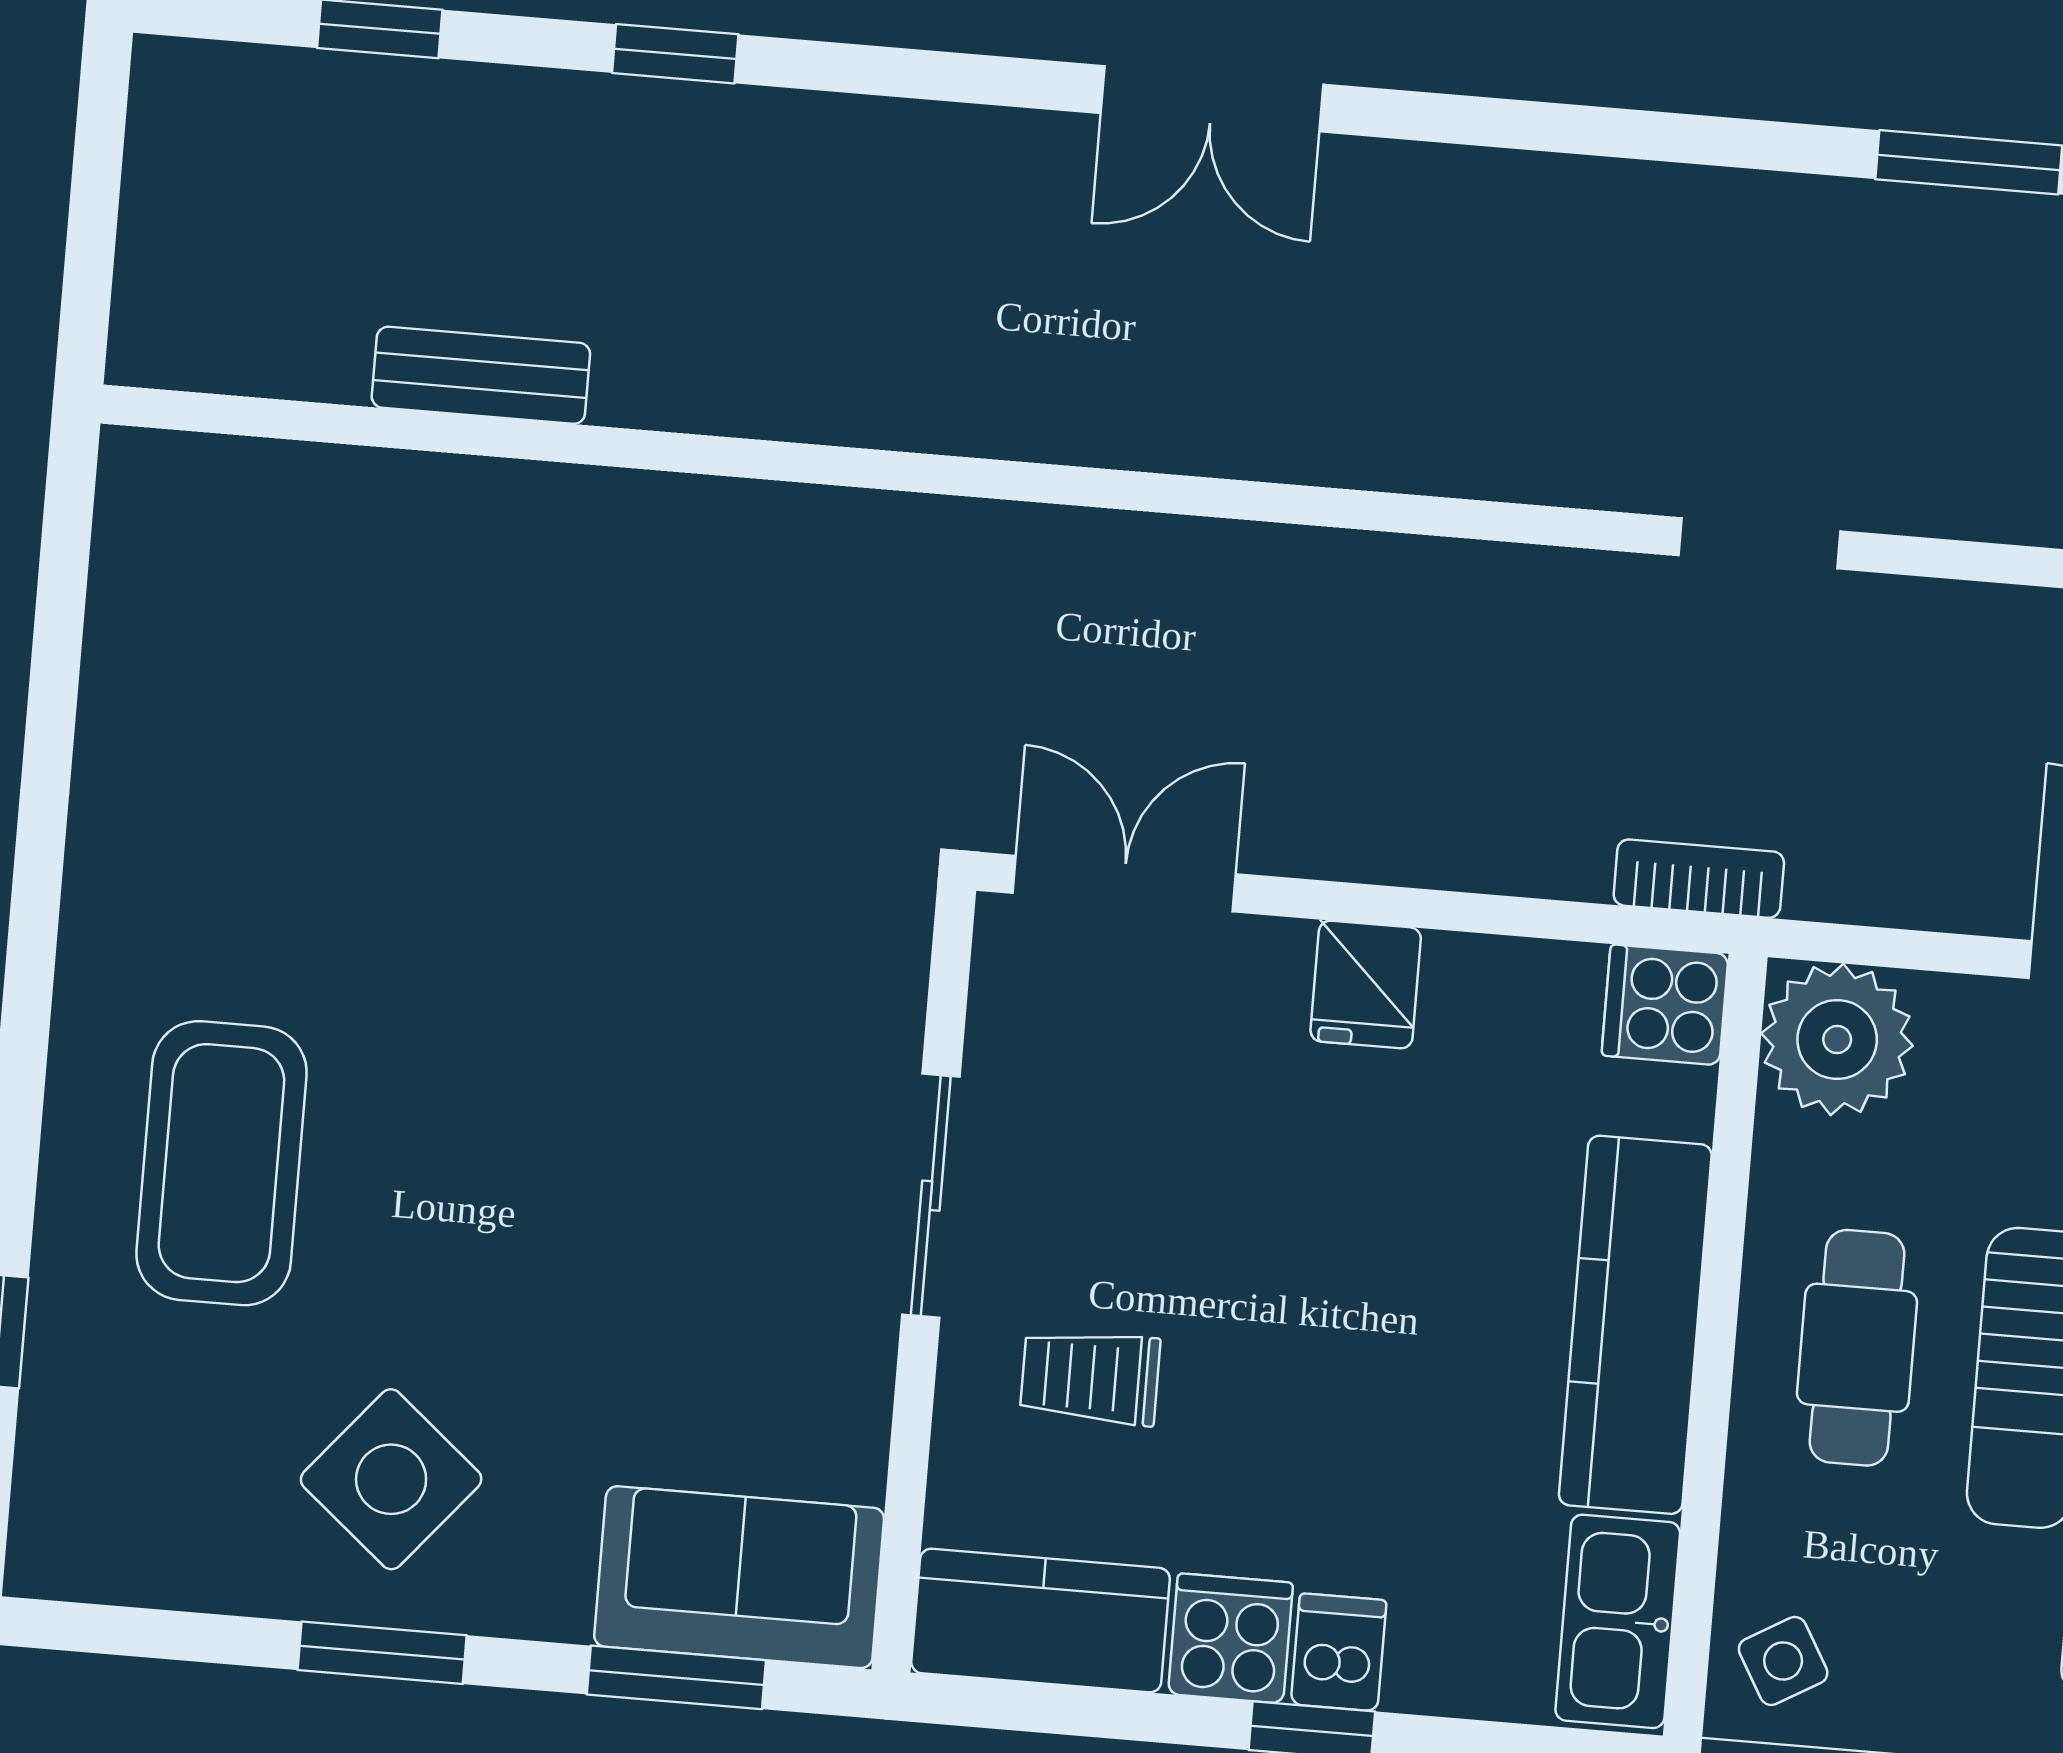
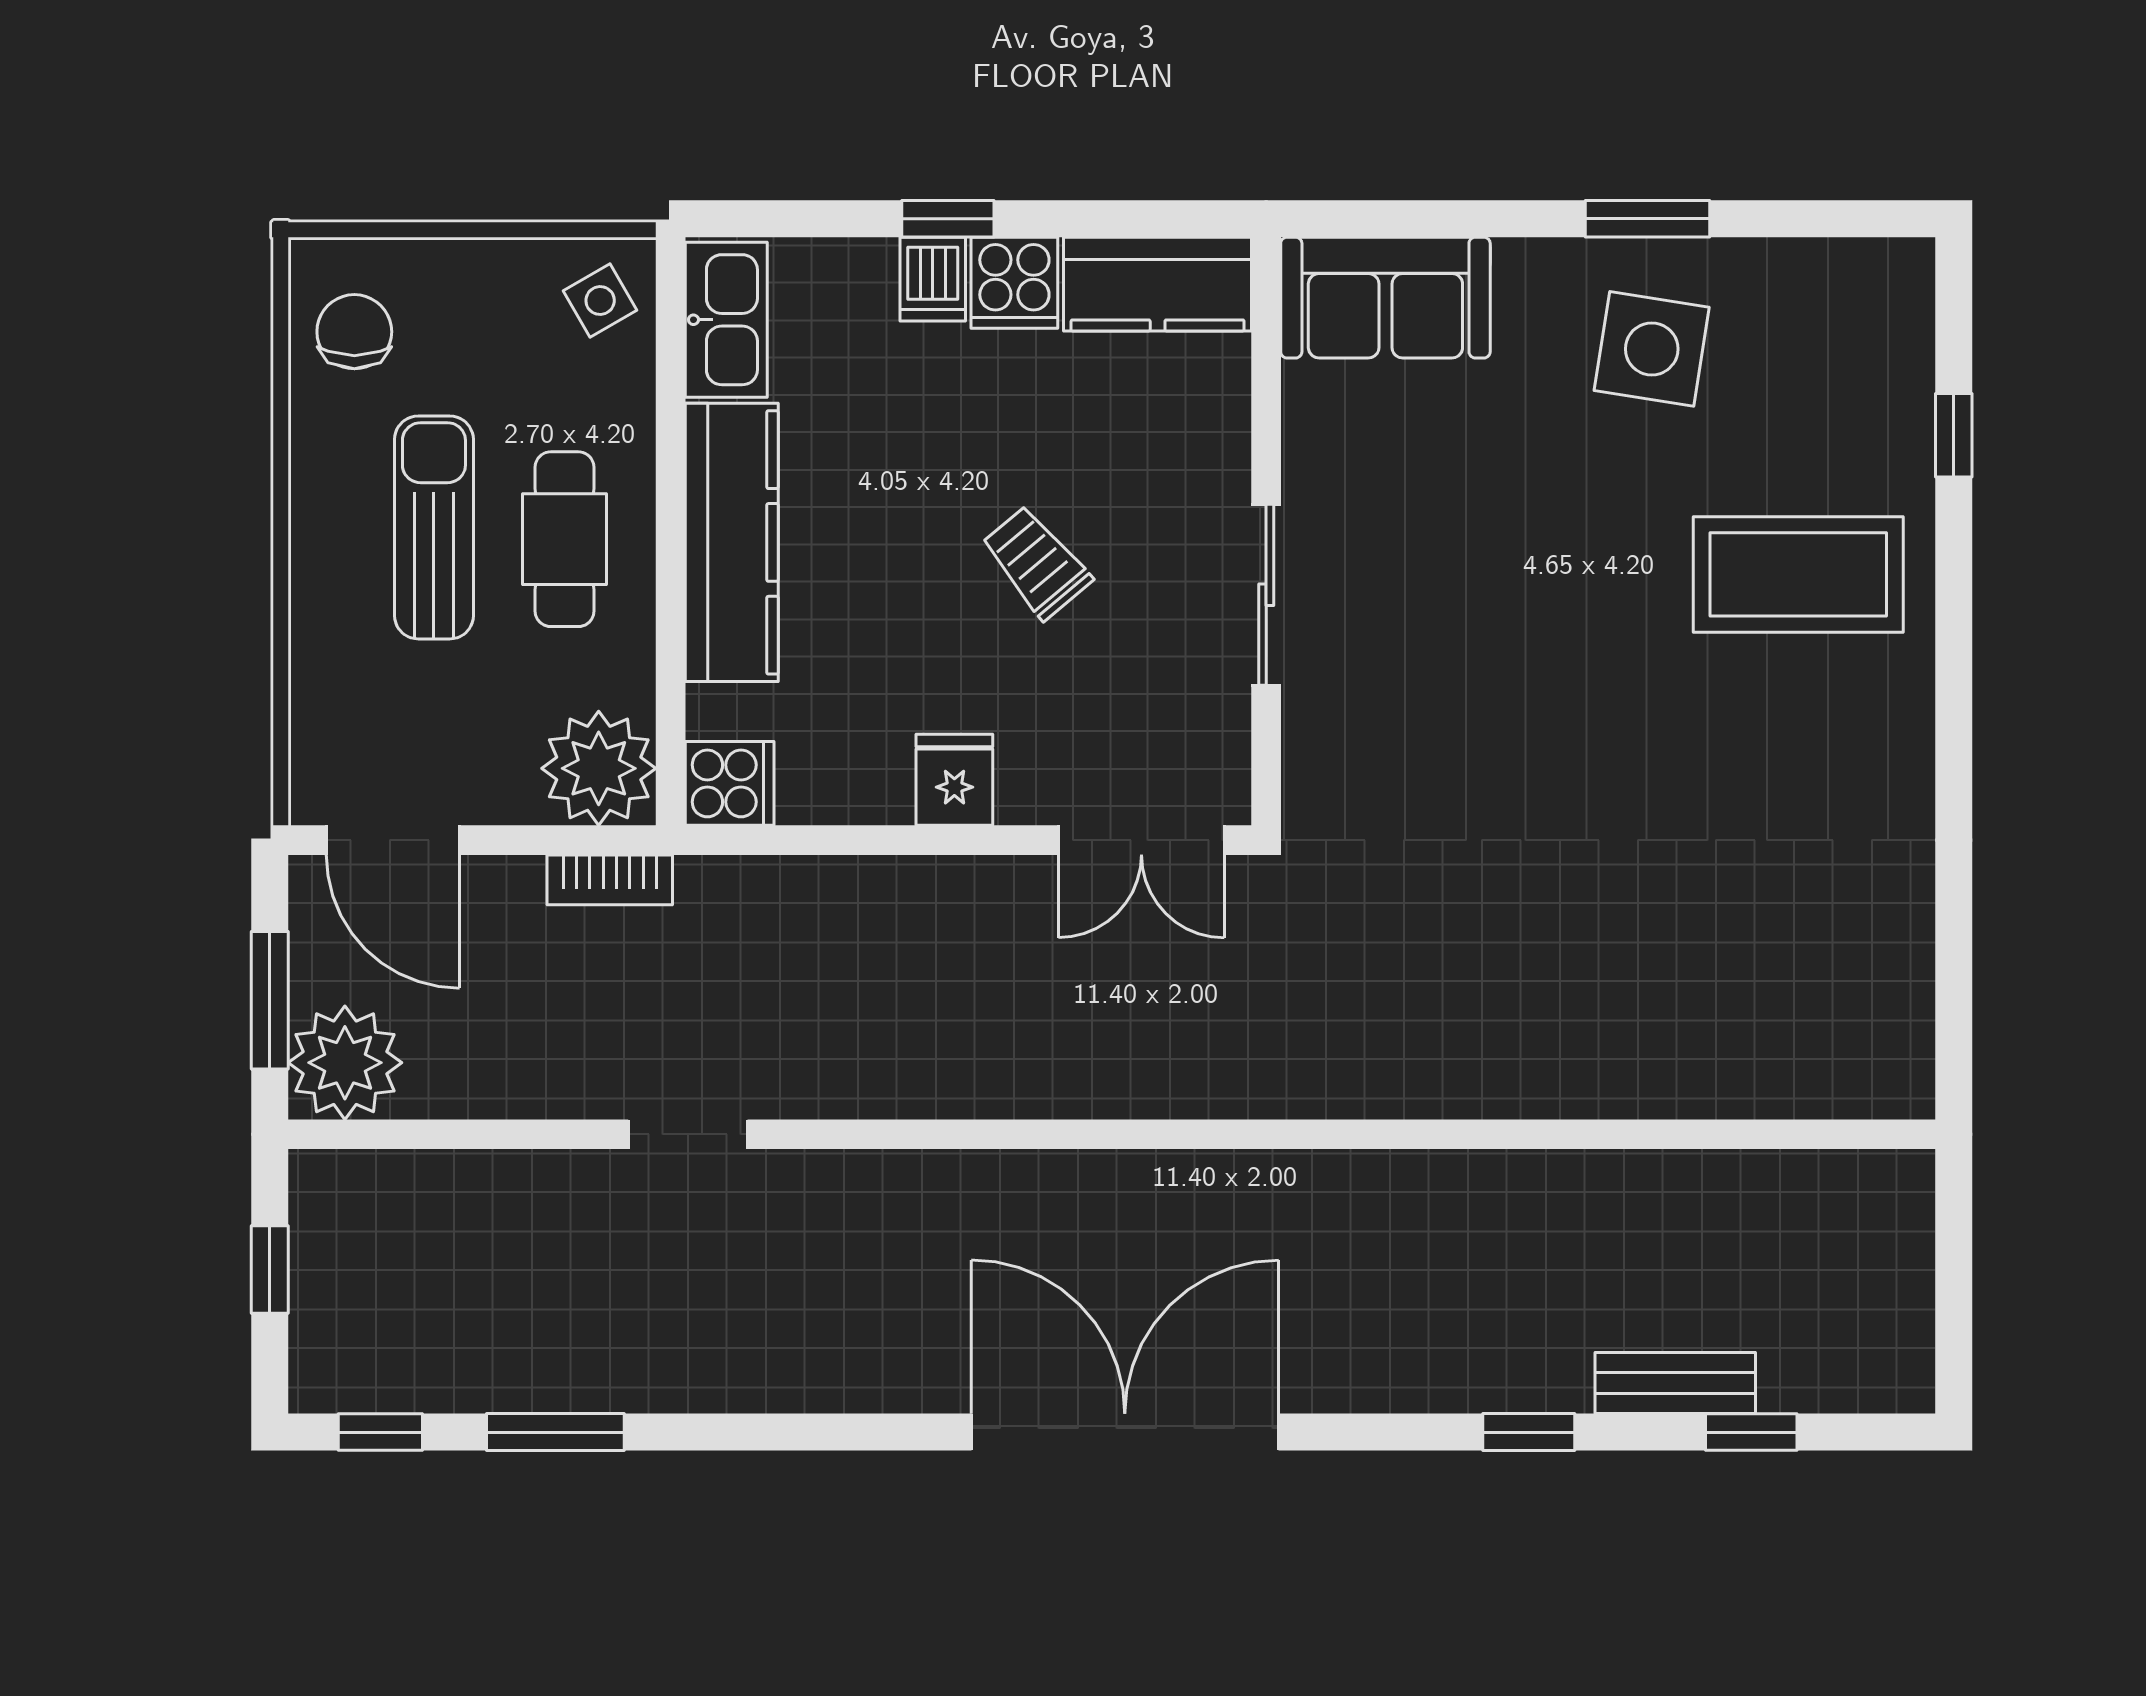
double door: (1212, 99) -> (1125, 1432), width x1.87
bench: (481, 375) -> (1675, 1383), moved
bookcase: (1699, 879) -> (610, 880), moved
coffee table: (221, 1163) -> (1798, 574), turned 90
trolley: (1090, 1377) -> (1036, 562), moved, turned -130
side table: (391, 1479) -> (1652, 349), turned -31
window: (676, 1677) -> (1426, 219), removed

